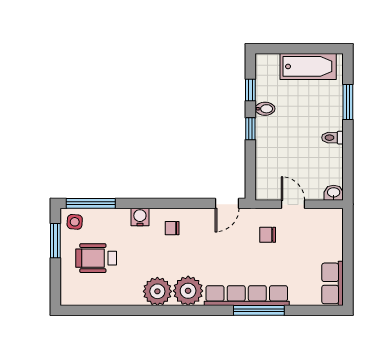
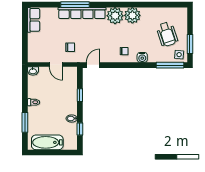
window: (250, 129) -> (80, 95), moved
wheelchair: (96, 258) -> (167, 34), turned 72

